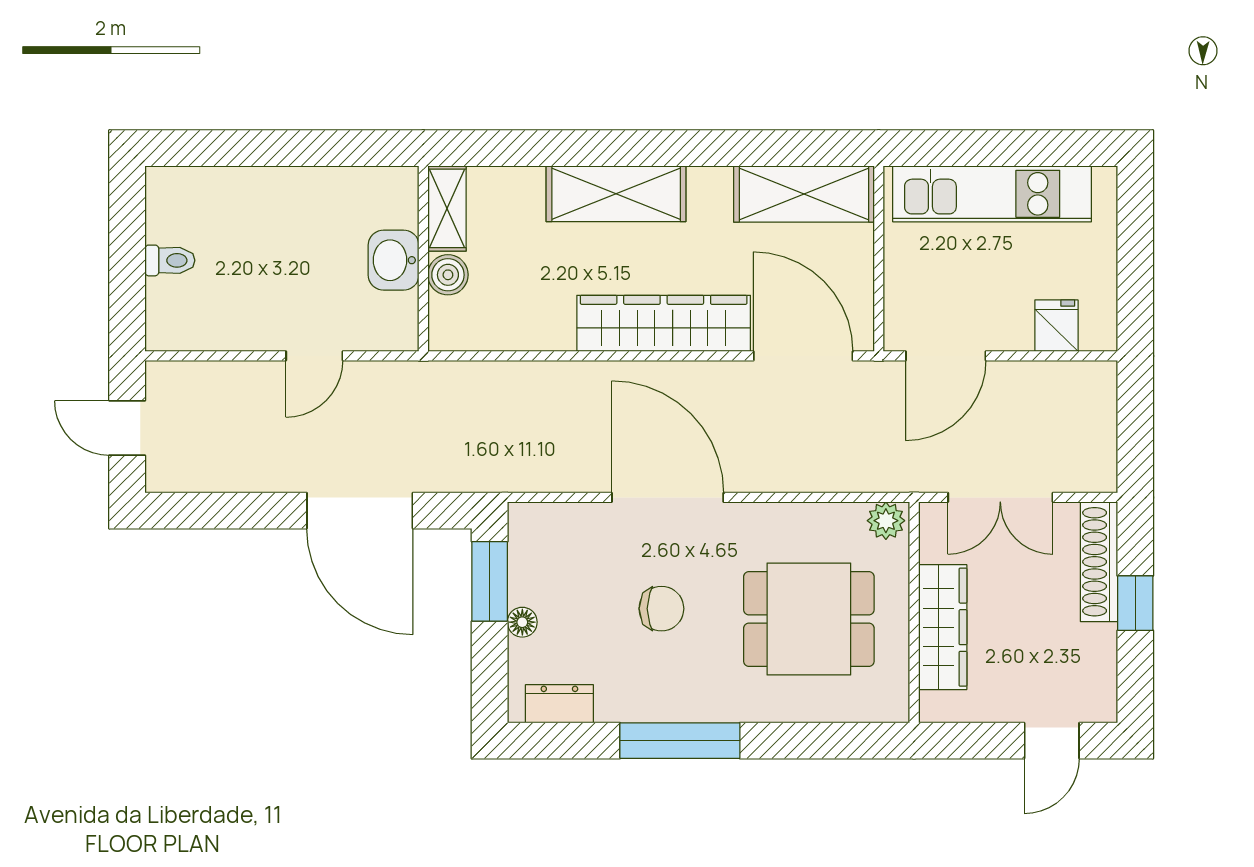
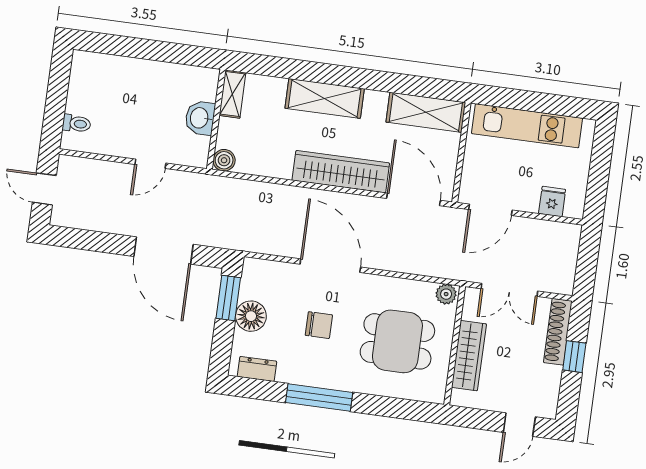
toilet: (170, 260) -> (77, 124), moved
boiler: (448, 275) -> (224, 160), moved
floor lamp: (522, 622) -> (251, 316), width x1.89, depth x1.89

